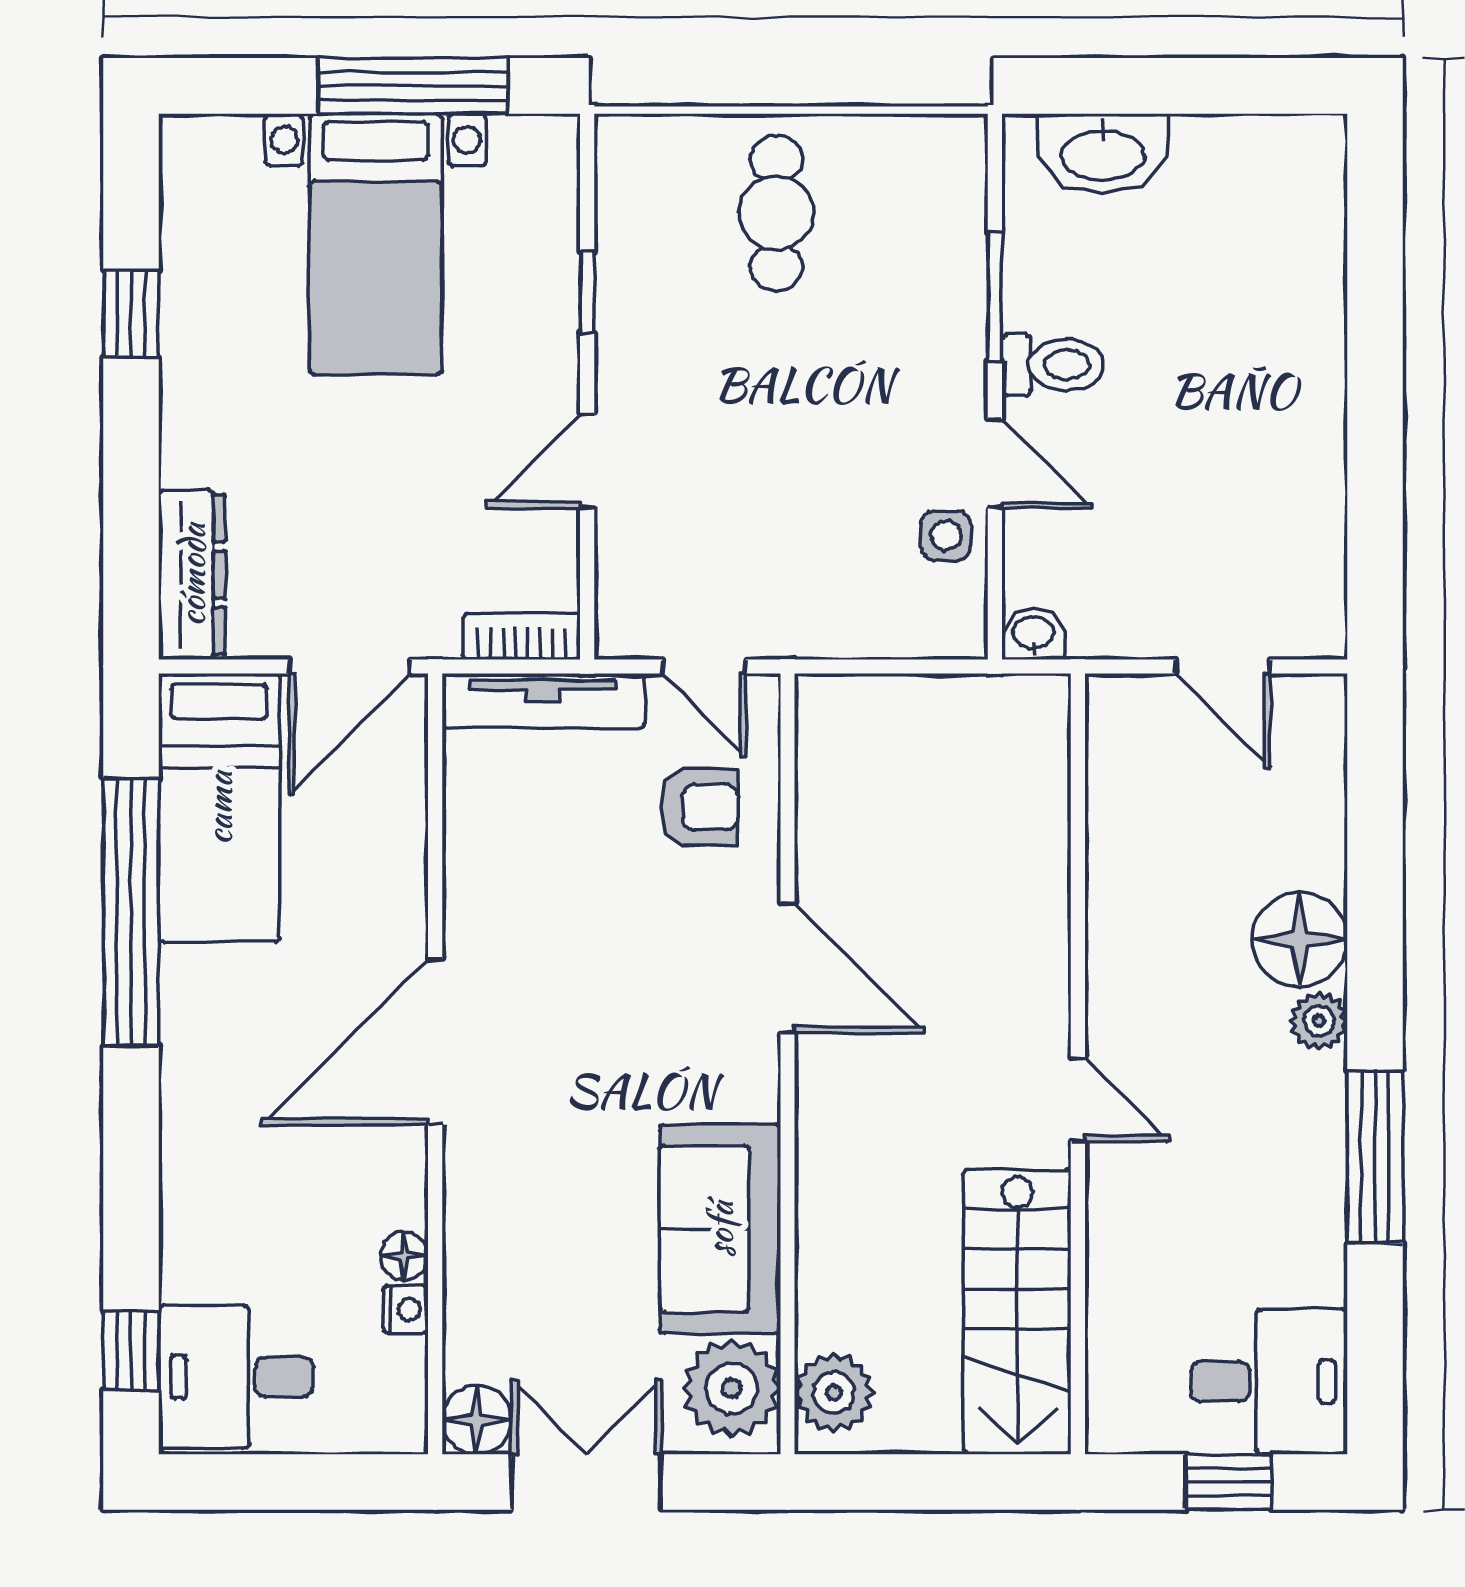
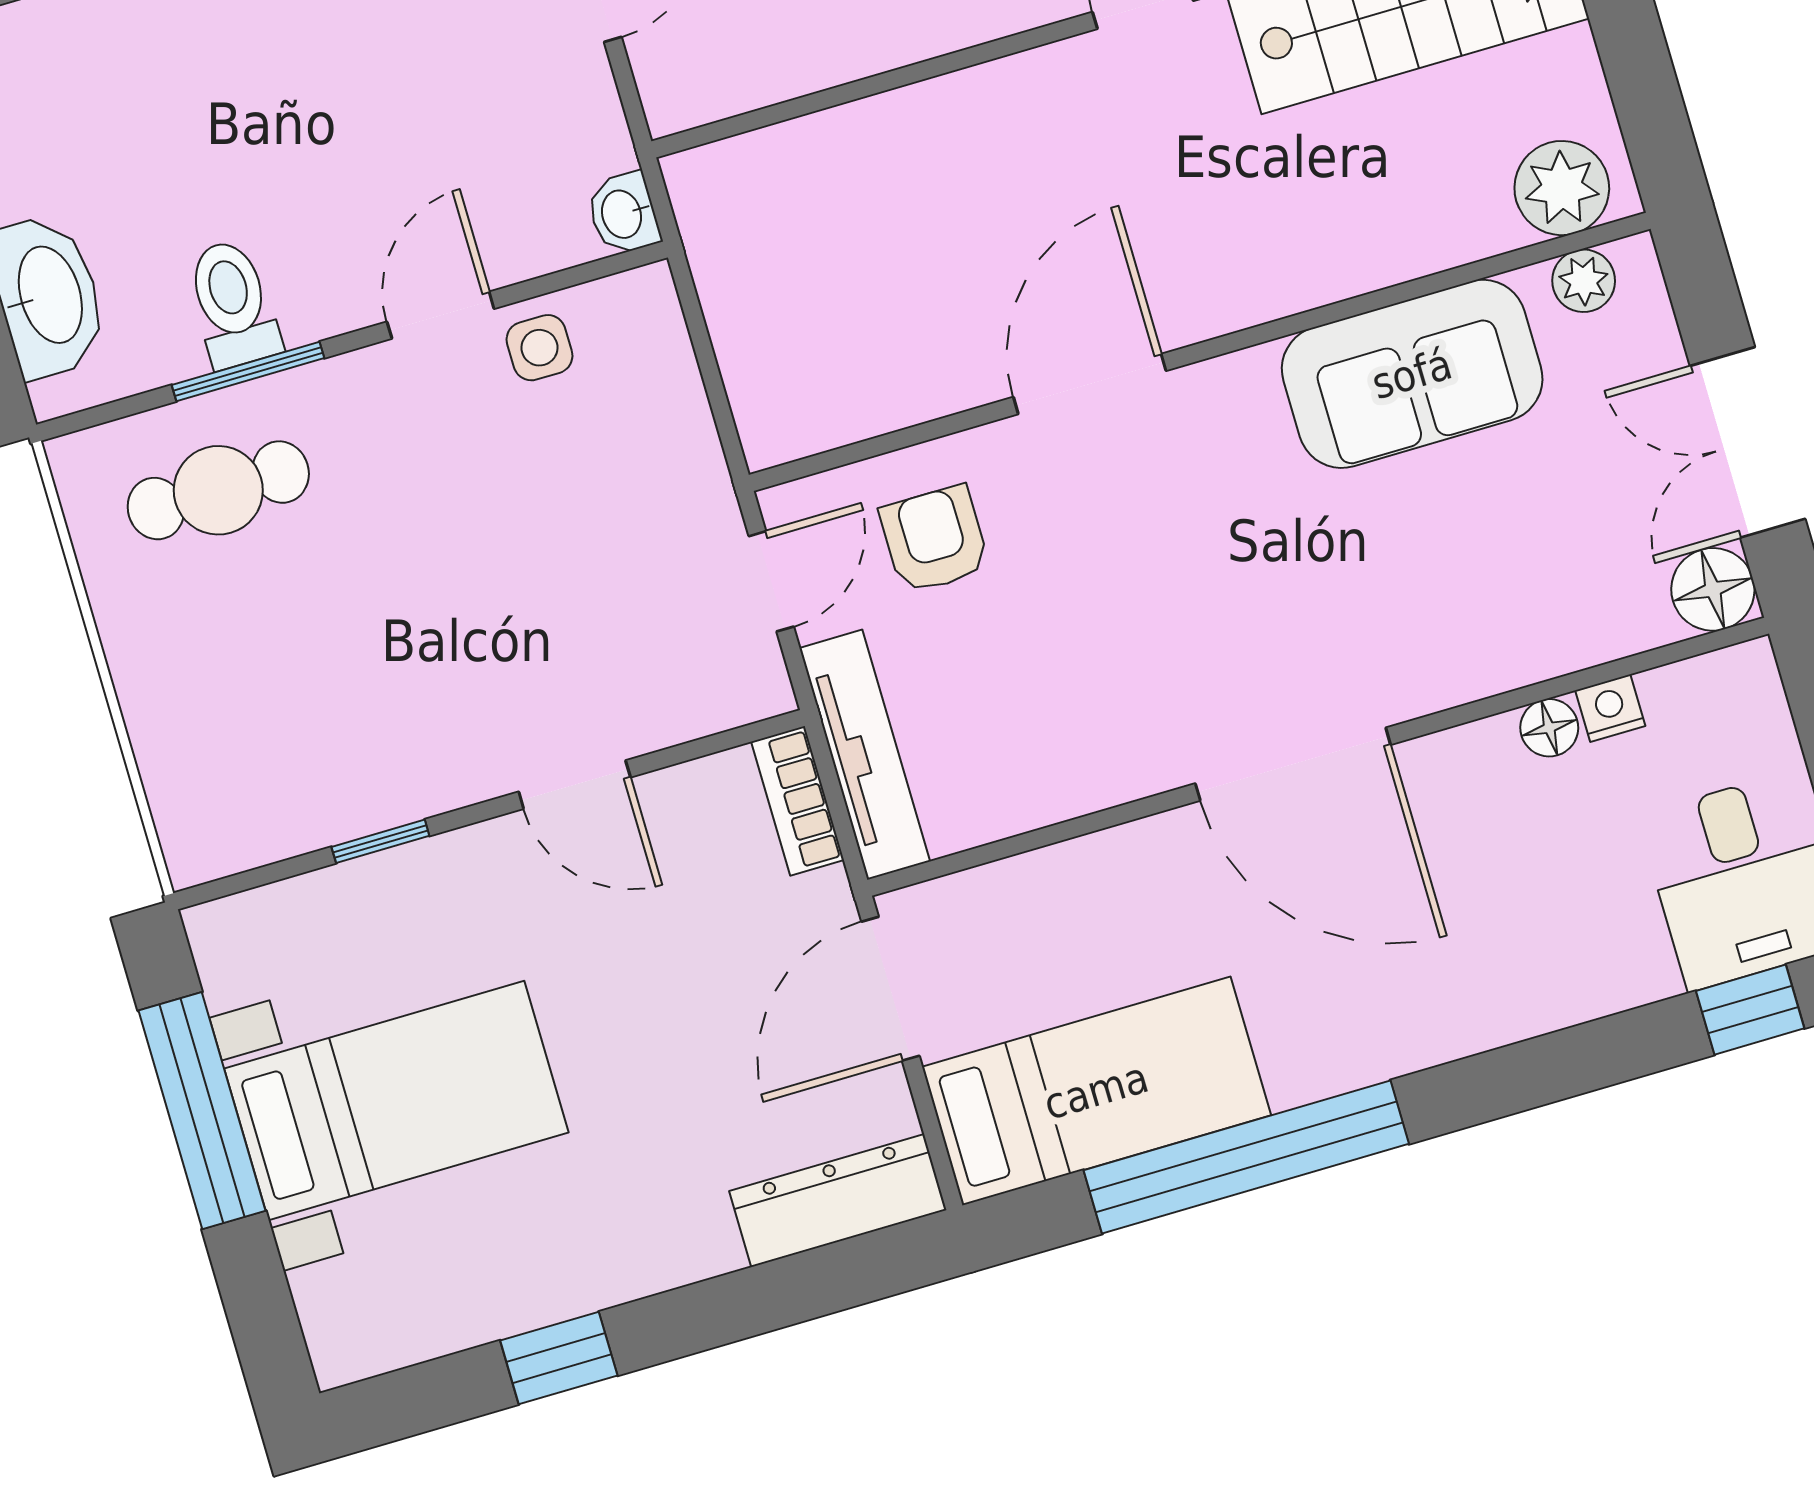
cafe table: (776, 213) -> (218, 490), moved
toilet: (1053, 365) -> (233, 304), moved
door: (349, 666) -> (890, 989), swing flipped
plant: (732, 1388) -> (1584, 281), width x0.53, depth x0.53

